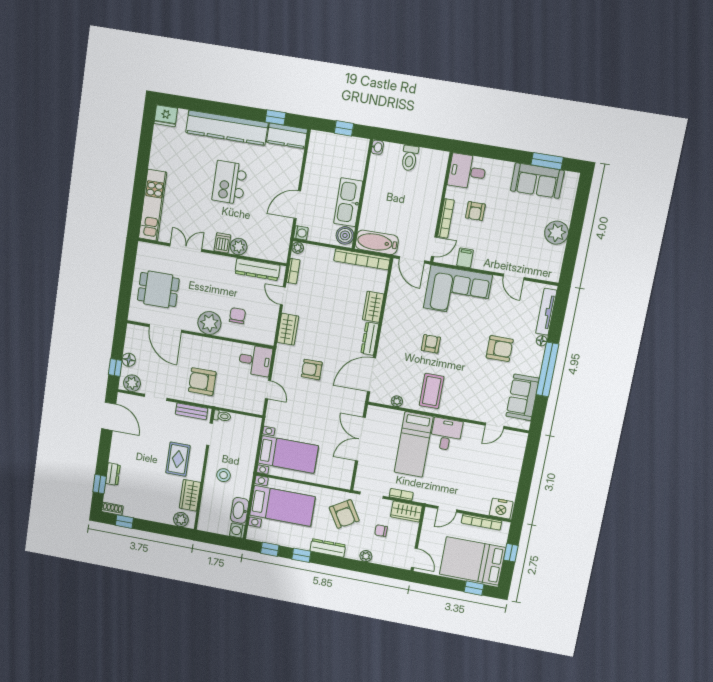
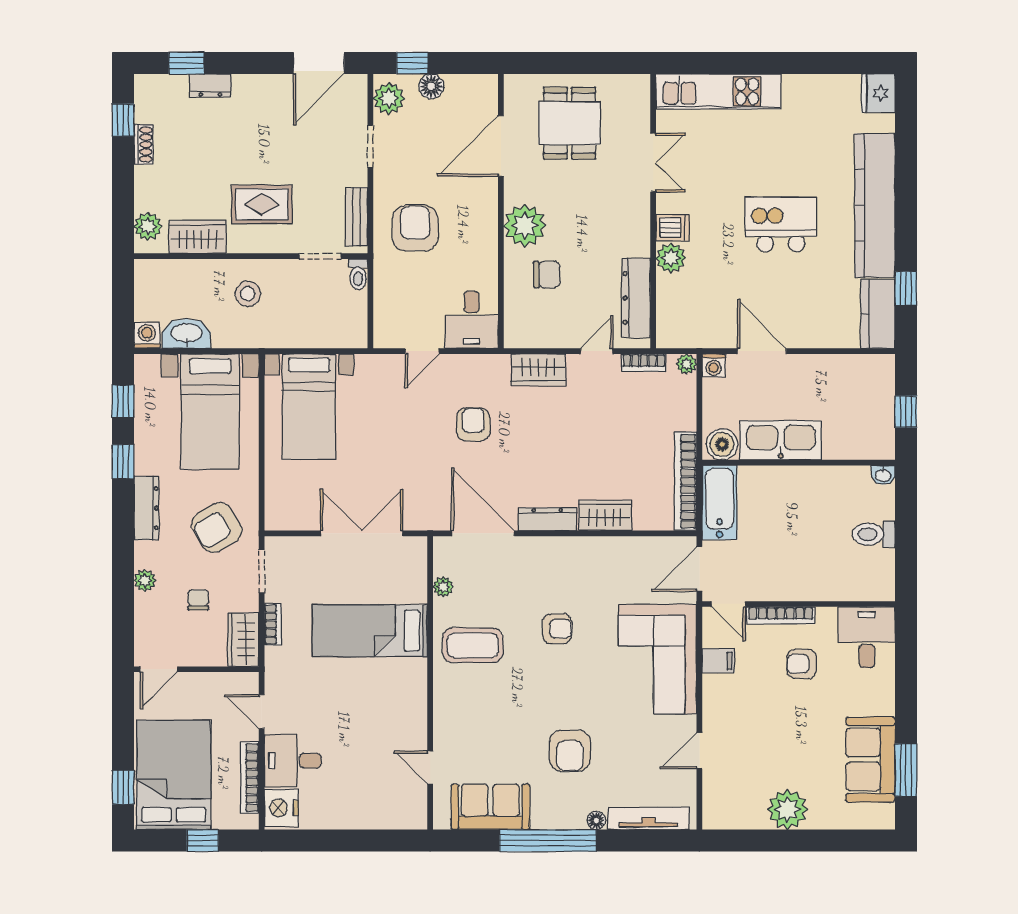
desk: (446, 434) -> (293, 761), moved, turned 180
shoe rack: (112, 509) -> (144, 145), moved

